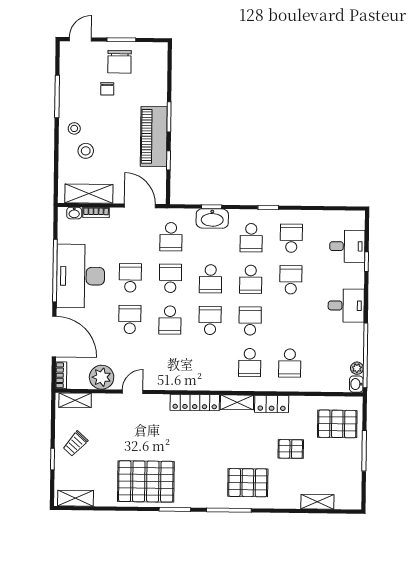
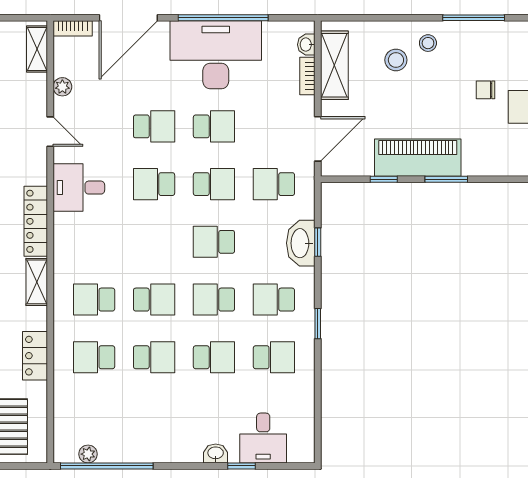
desk: (346, 306) -> (79, 188), moved, turned 90
school desk: (210, 320) -> (154, 357), moved
plant: (102, 377) -> (62, 87), width x0.53, depth x0.53
washbasin: (356, 384) -> (216, 453), moved
locker: (272, 404) -> (35, 356), moved

